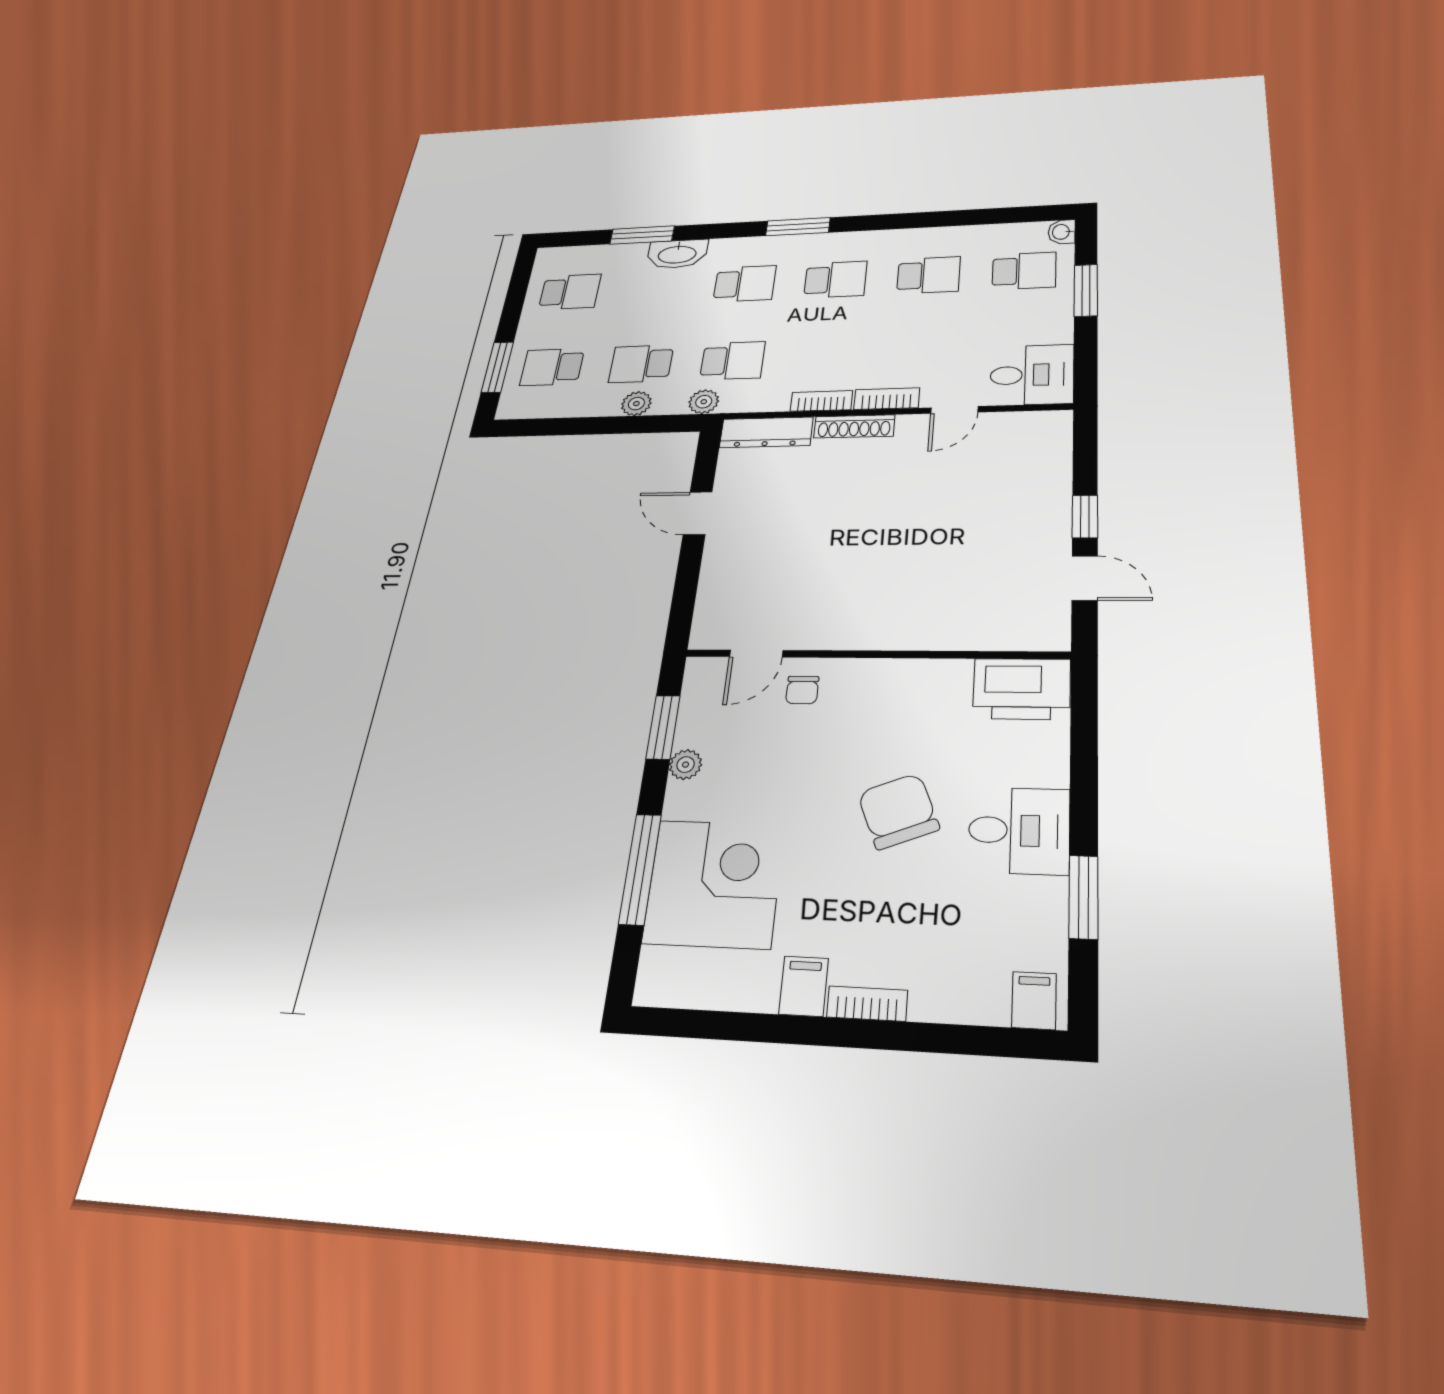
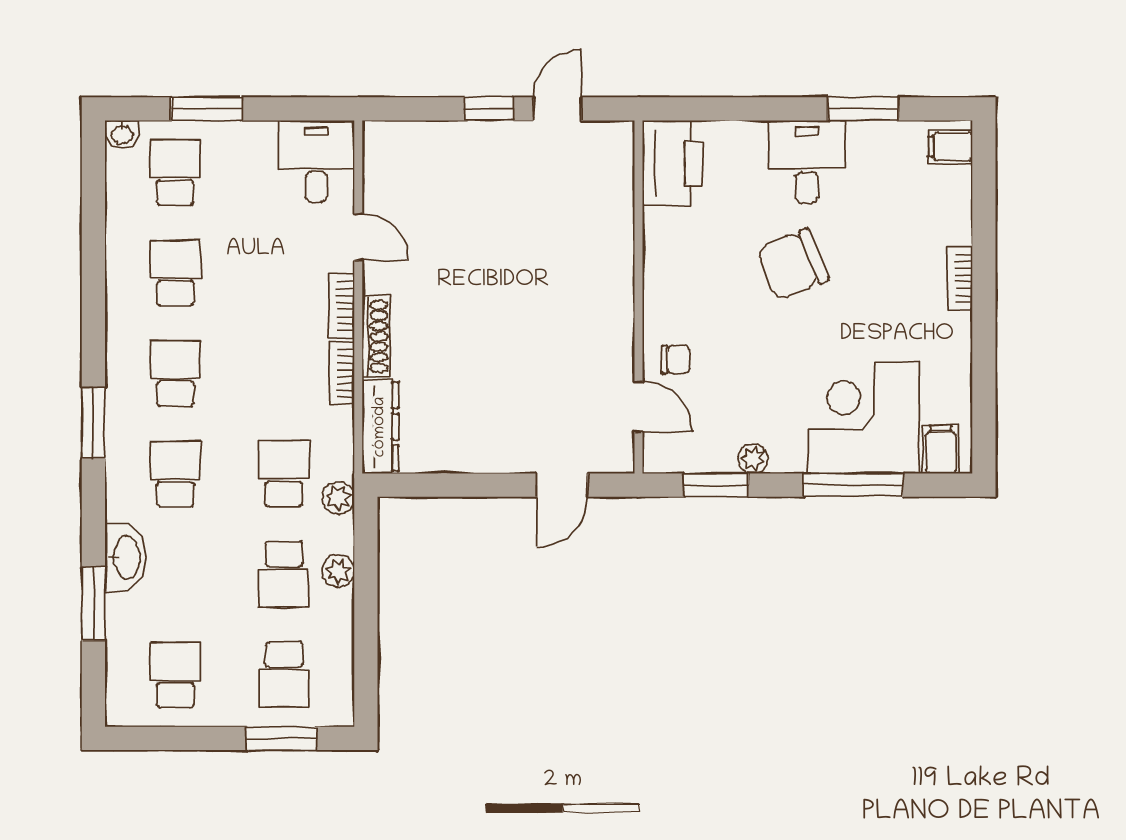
door: (698, 513) -> (562, 485), moved
filing cabinet: (804, 986) -> (941, 449), moved, turned 90

